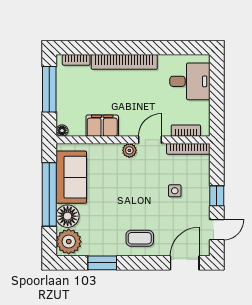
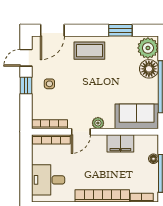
floor lamp: (62, 131) -> (153, 159), moved
bookcase: (186, 131) -> (51, 139), width x1.56
sofa: (71, 177) -> (137, 116), moved, turned 90
side table: (175, 191) -> (49, 84), moved
coffee table: (140, 238) -> (89, 51), width x1.36, depth x1.30

